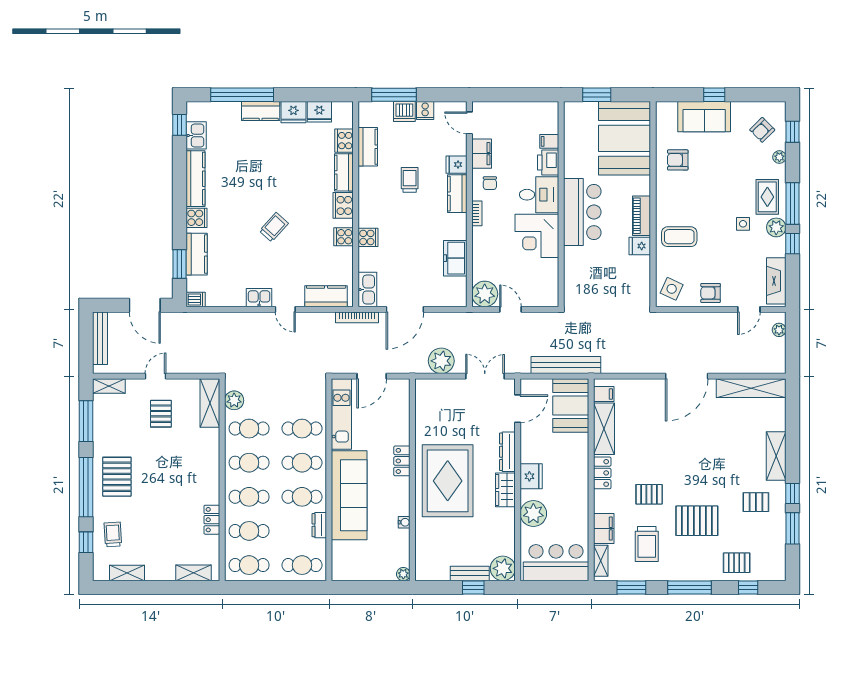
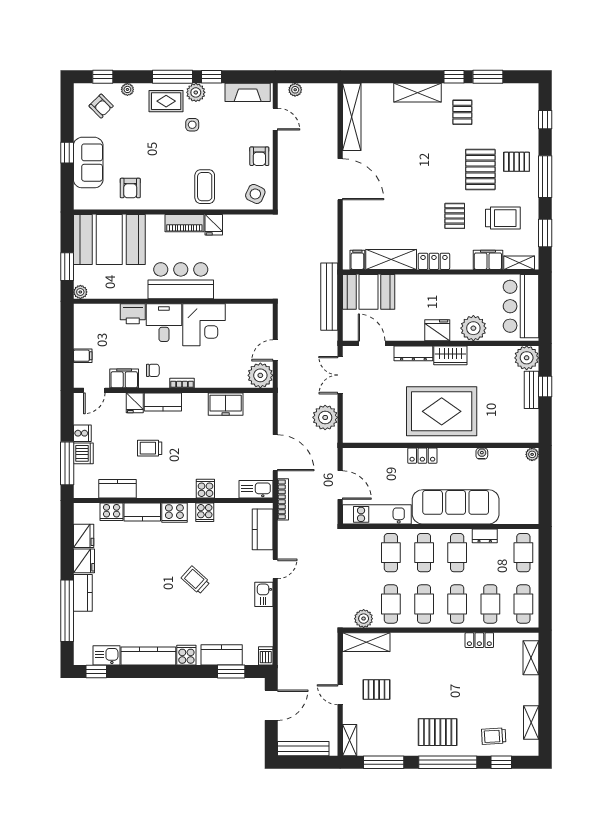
plant: (571, 108) -> (80, 292), added
filing cabinet: (549, 141) -> (83, 356), moved, turned -90
pallet: (737, 563) -> (517, 162), moved, turned 90

